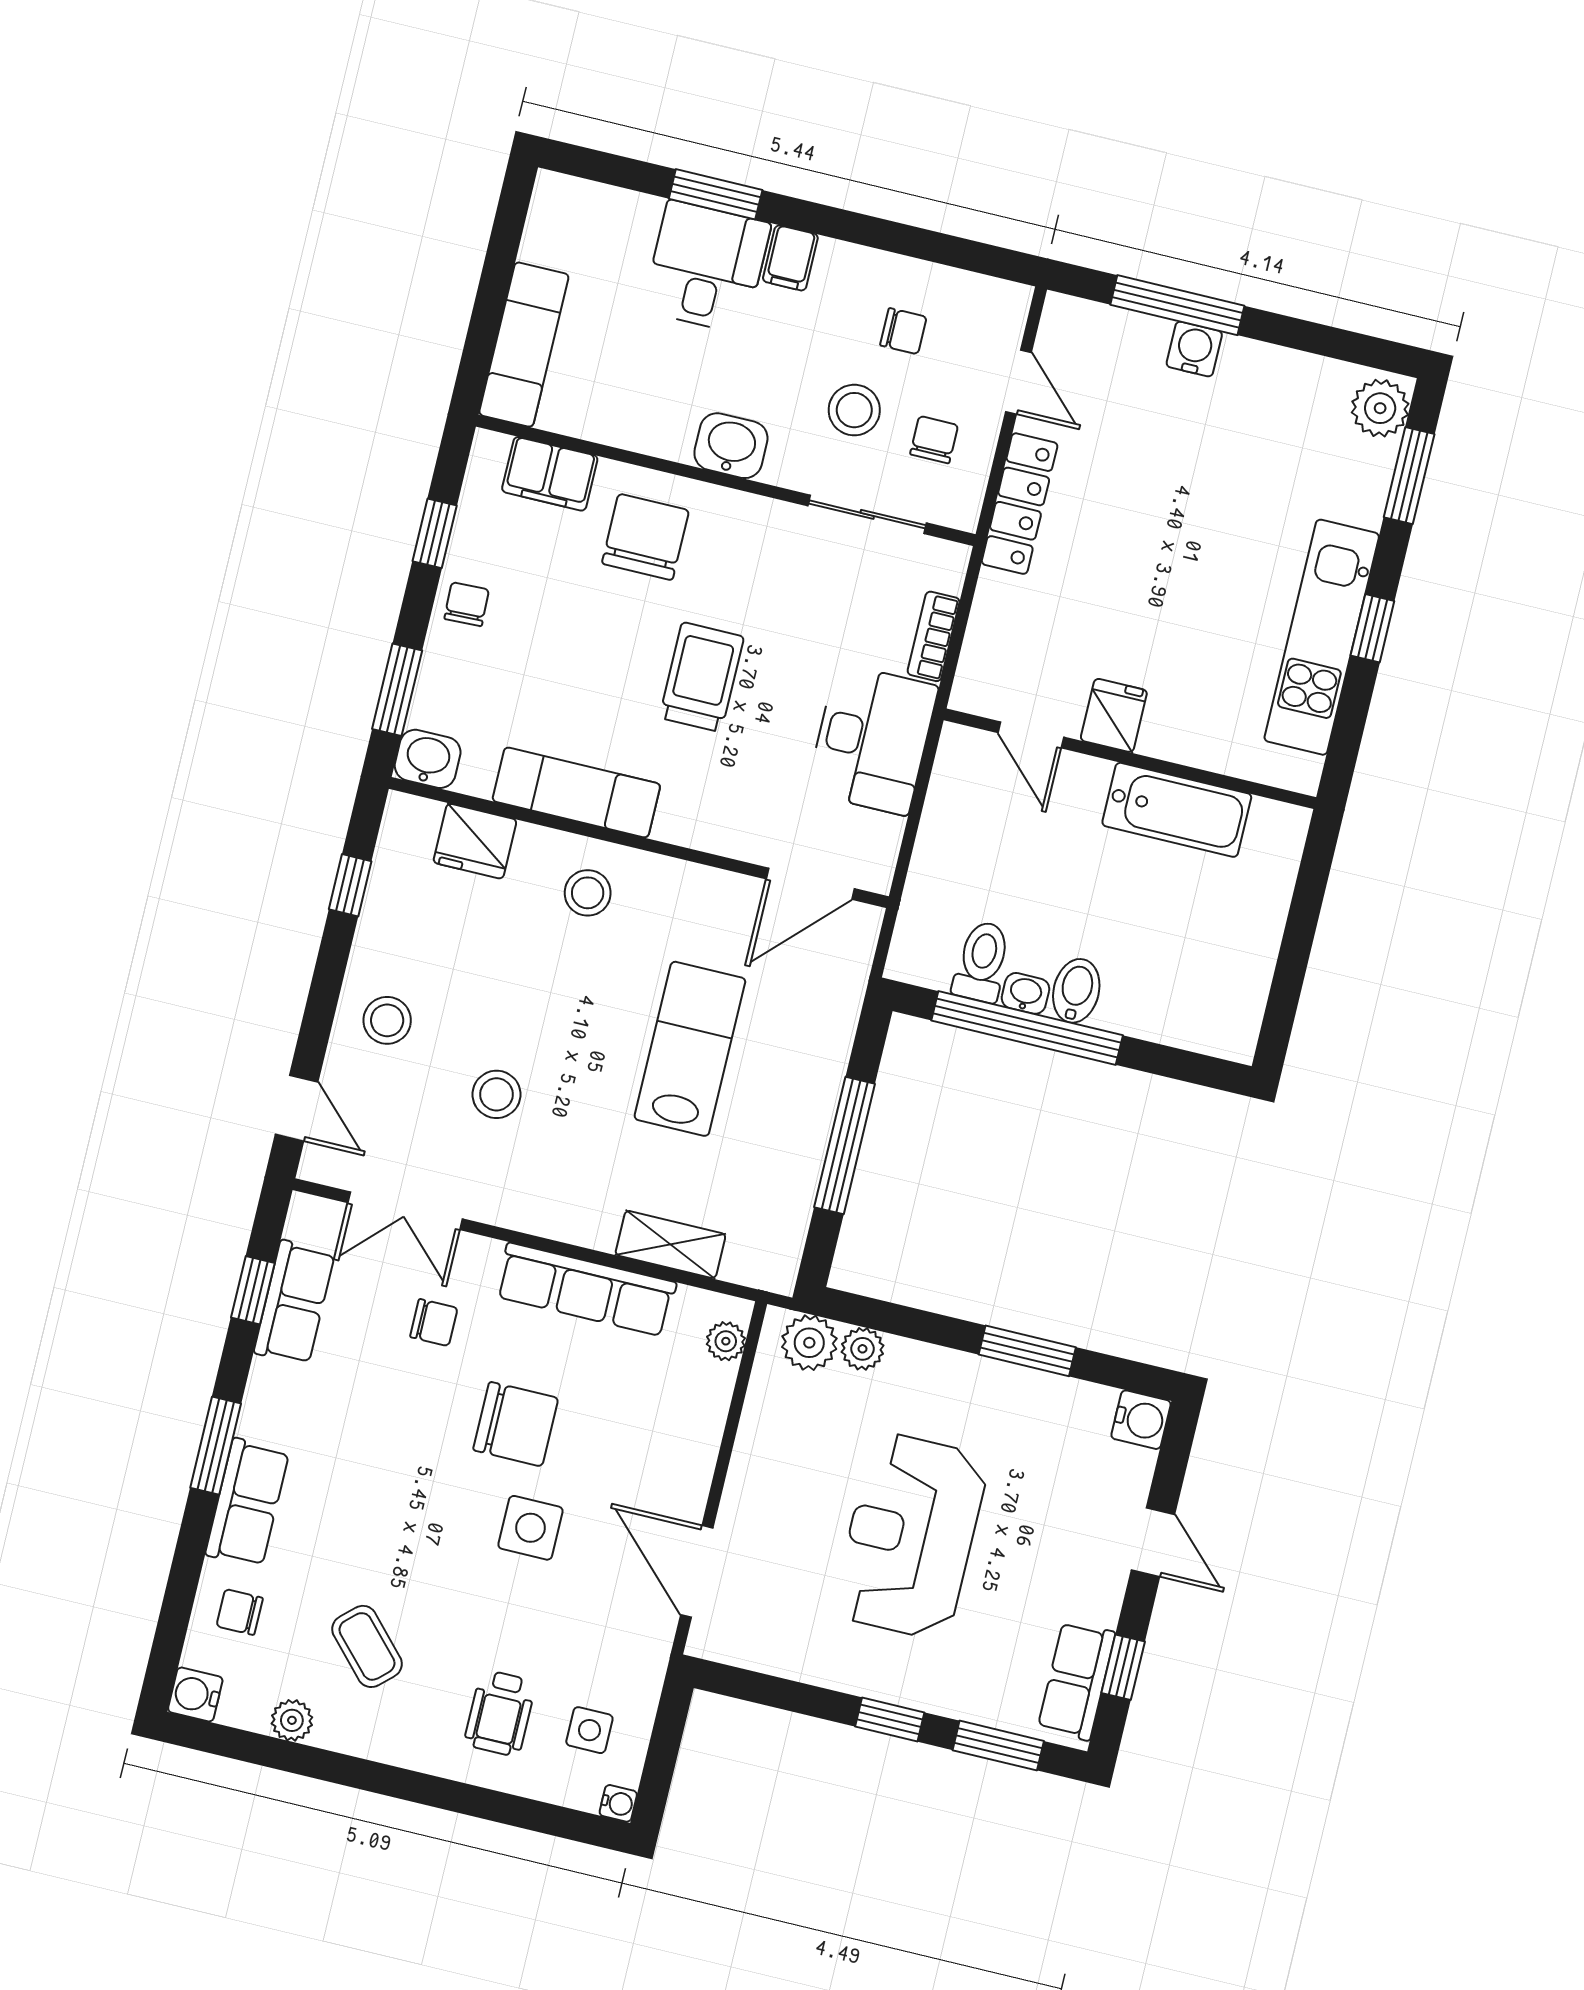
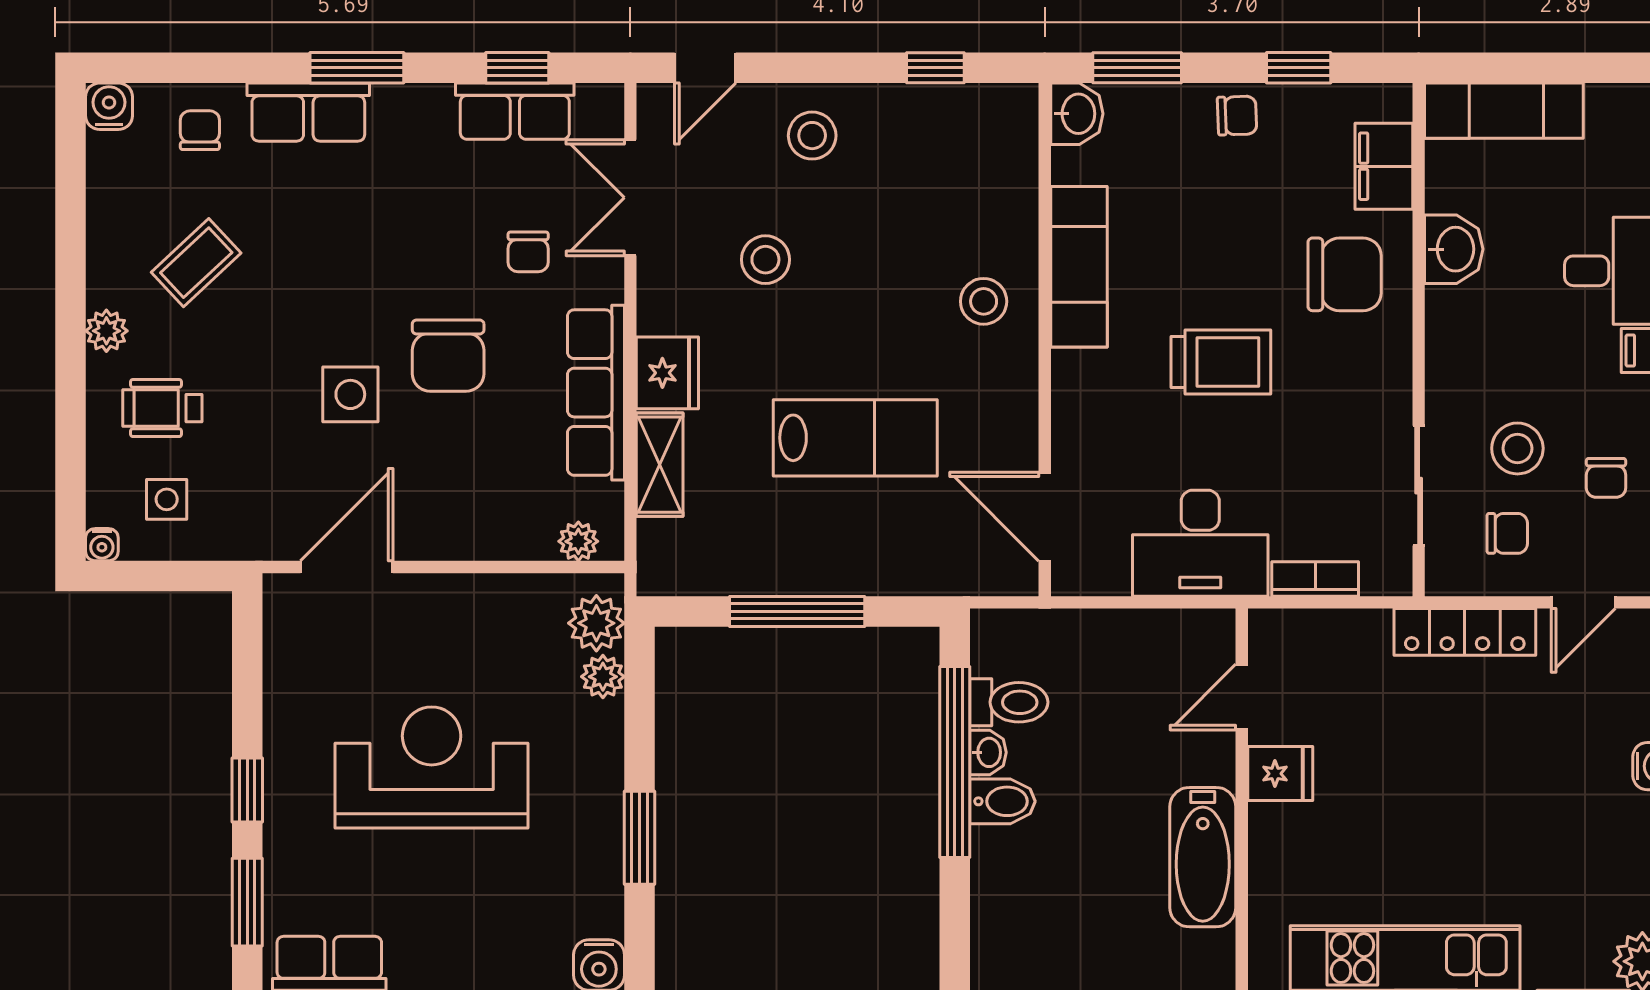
washbasin: (731, 446) -> (1454, 249), moved
fridge: (475, 841) -> (667, 373), moved, turned 180
plant: (292, 1720) -> (106, 331), moved

